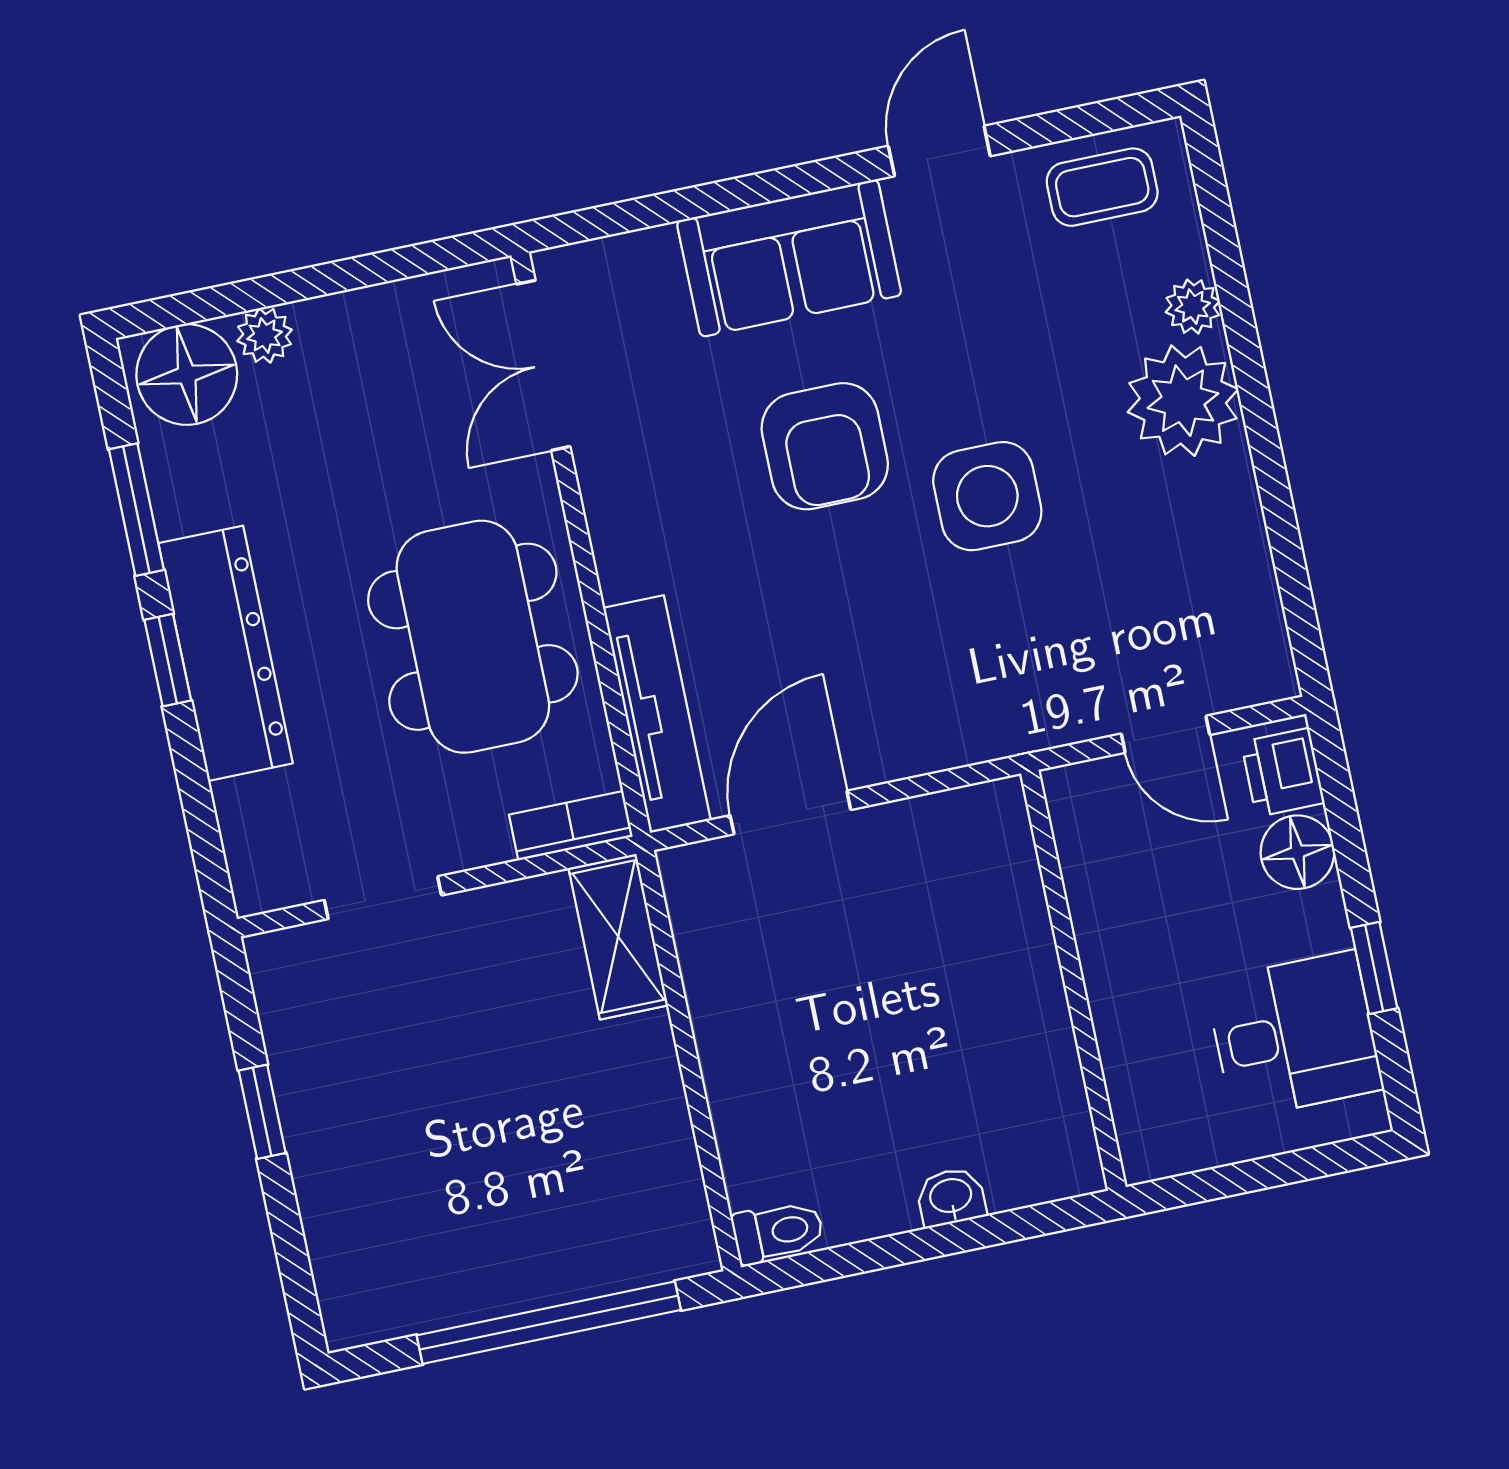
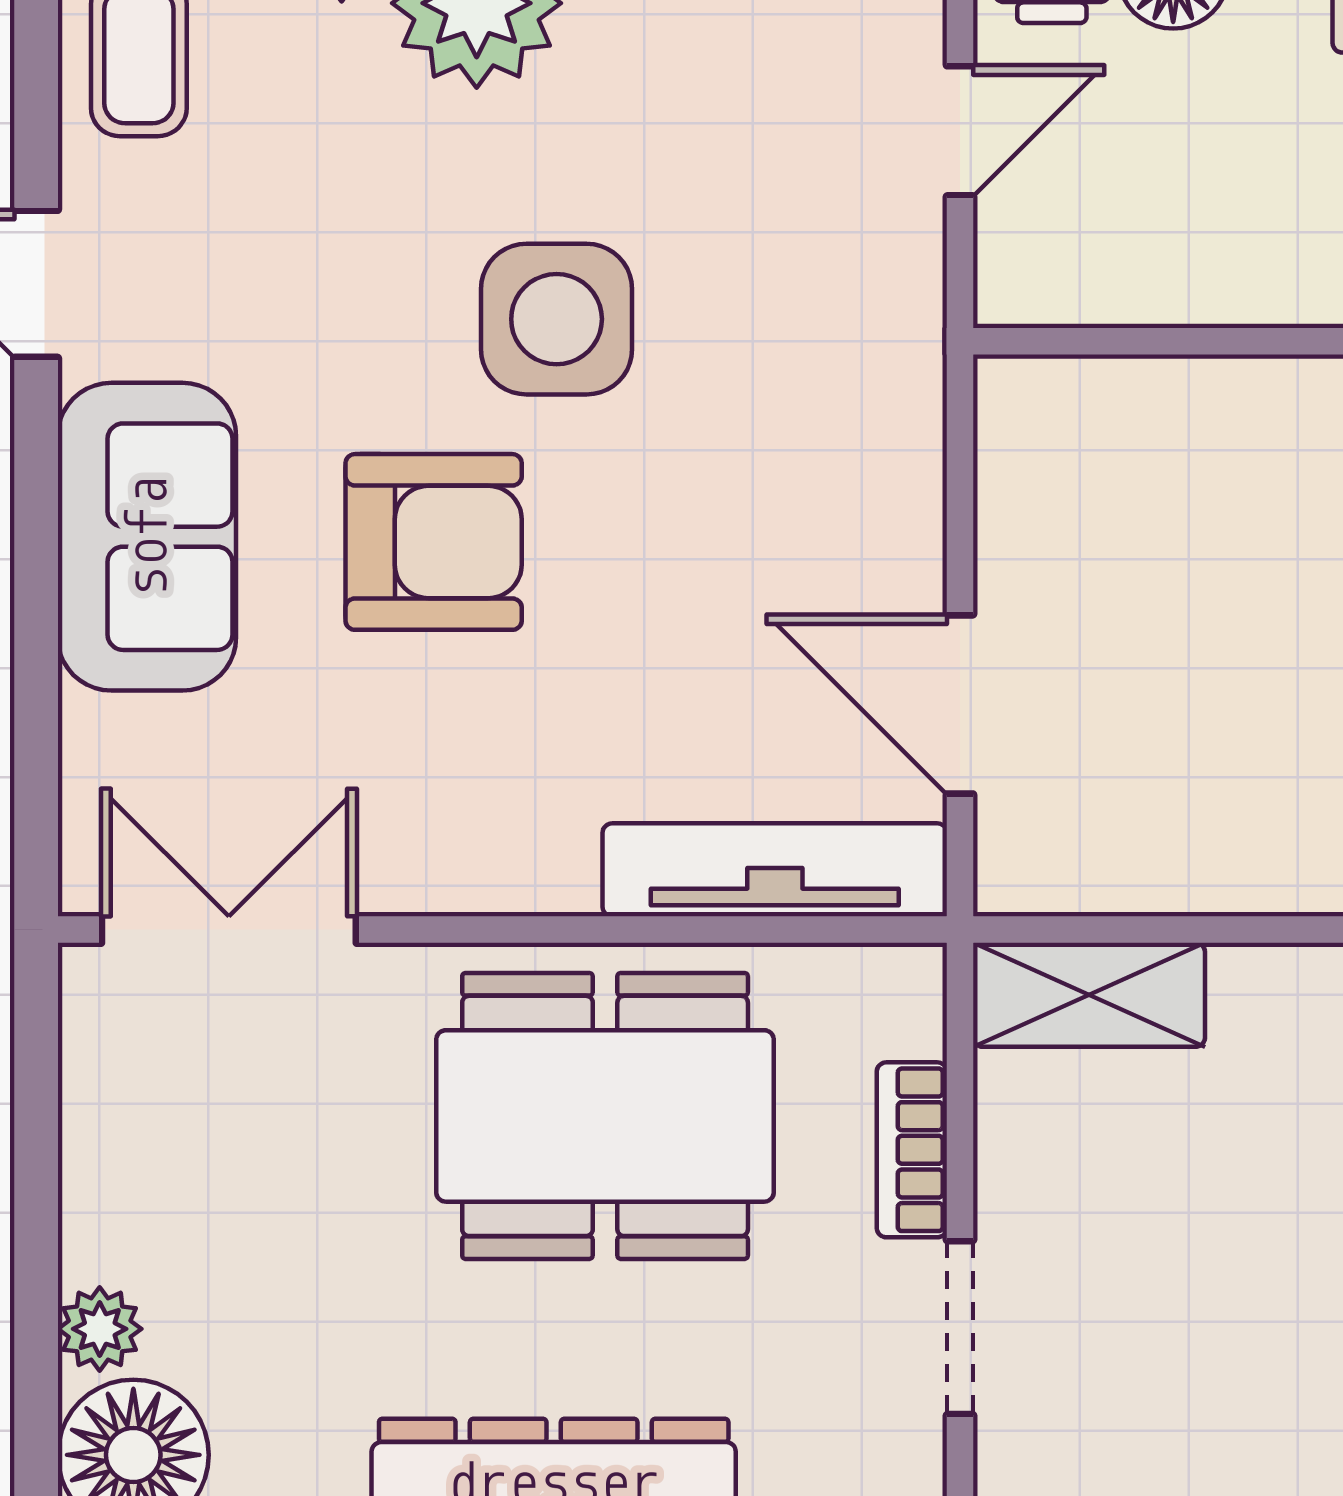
double door: (543, 365) -> (229, 930), swing flipped
bookcase: (571, 826) -> (912, 1150), moved

